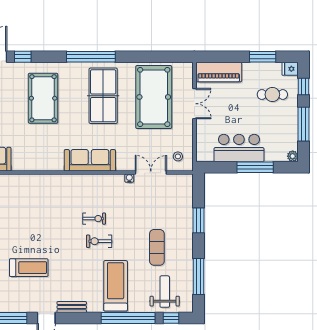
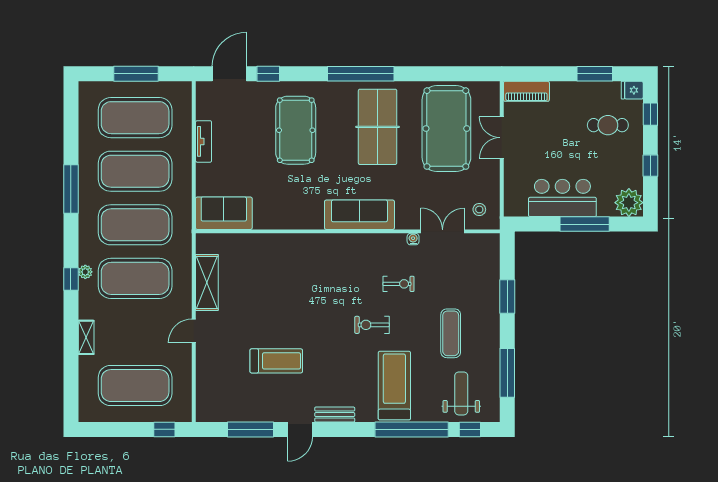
piano: (219, 72) -> (526, 91), width x0.73, depth x0.75
double door: (194, 104) -> (502, 138), swing flipped
window: (304, 124) -> (650, 166), width x0.46
plant: (293, 156) -> (629, 203), width x1.88, depth x1.88
exercise bike: (94, 219) -> (398, 284), moved

